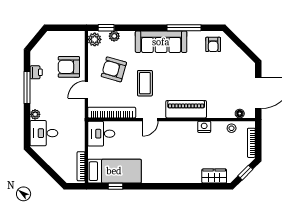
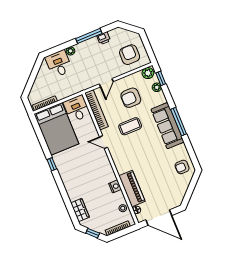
window: (184, 28) -> (179, 122), moved
armchair: (69, 67) -> (130, 55), moved
armchair: (114, 69) -> (131, 98), turned -106
door: (86, 90) -> (106, 83), swing flipped
piano: (186, 109) -> (132, 189), moved
bed: (114, 171) -> (56, 129), width x1.50
window: (116, 186) -> (52, 164), moved

